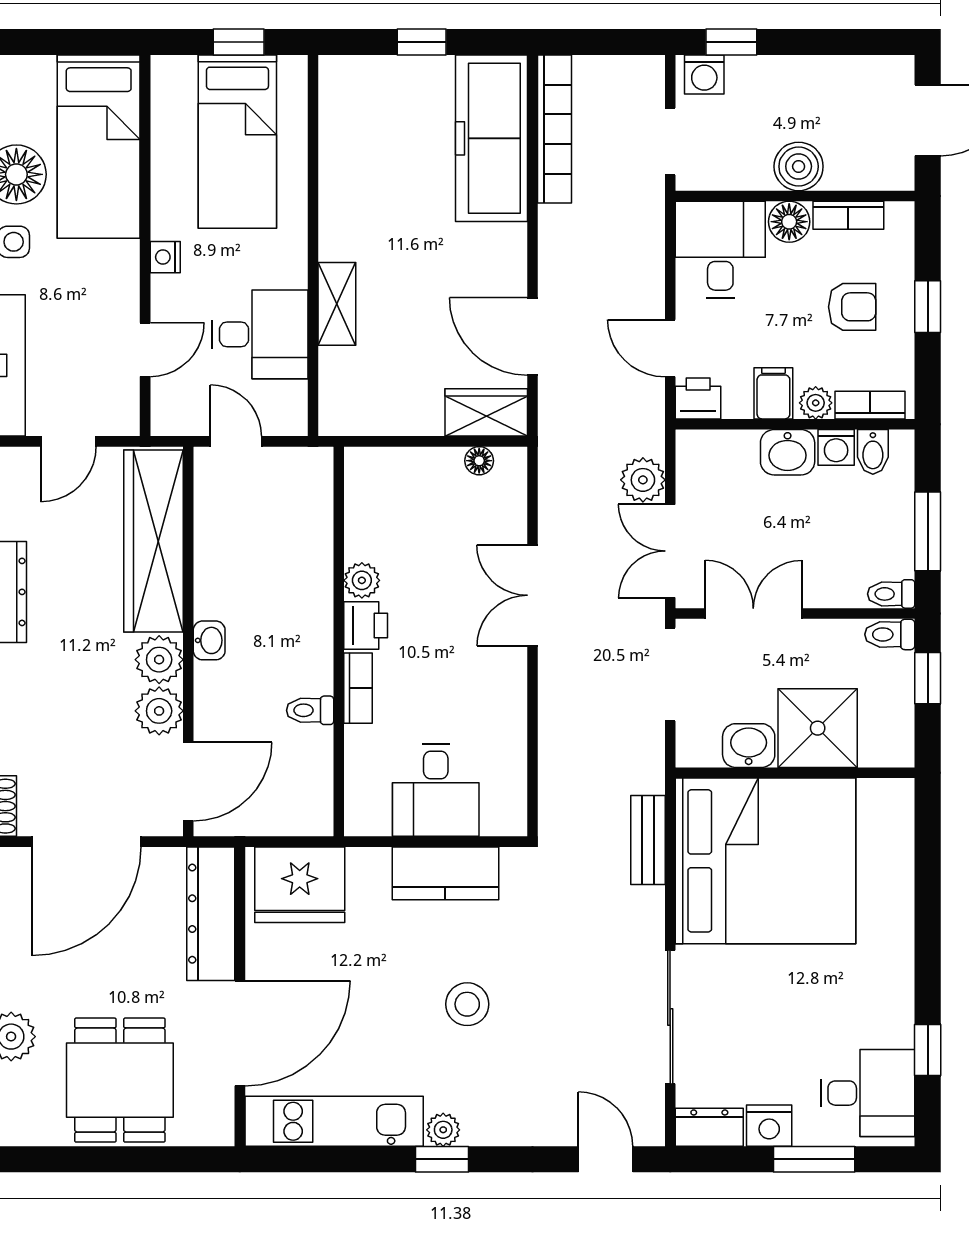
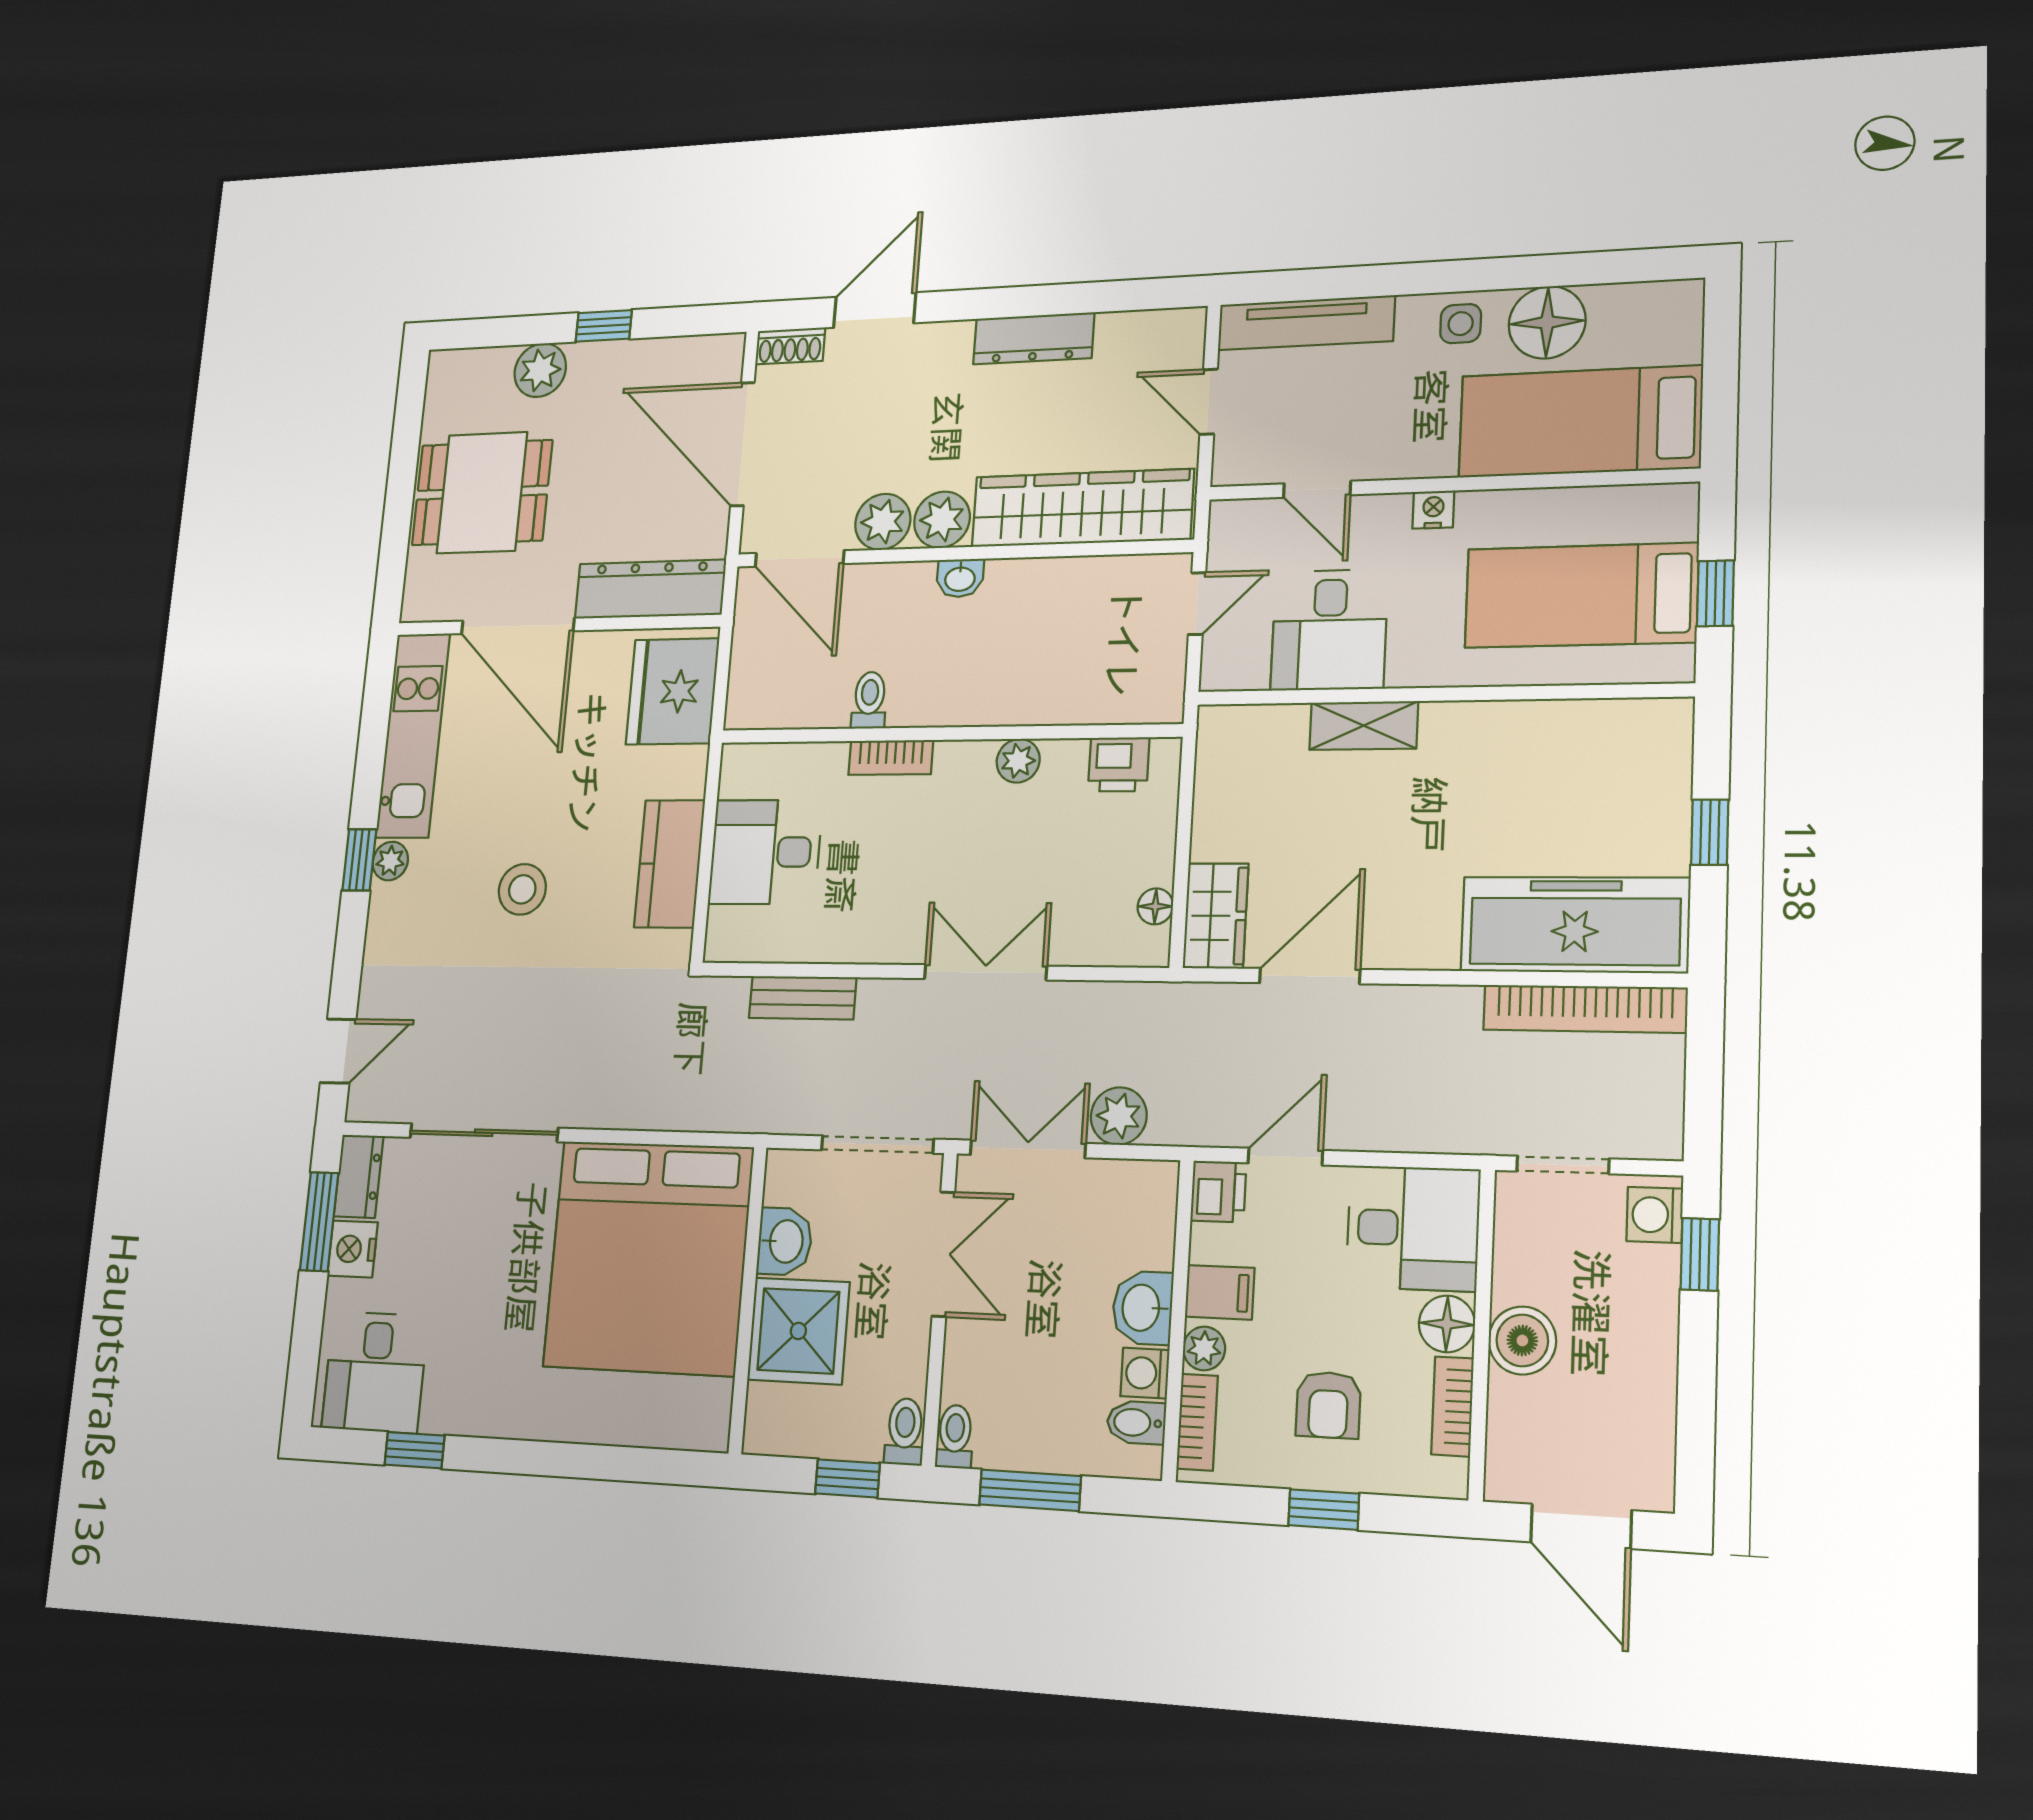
printer: (366, 626) -> (1119, 764), moved
bench: (648, 840) -> (803, 998), moved
window: (814, 1159) -> (319, 1222), moved

